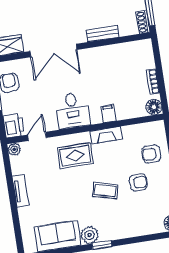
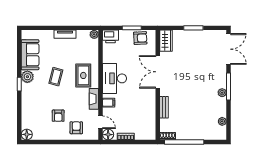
desk: (73, 110) -> (115, 78), width x1.37
door: (37, 136) -> (101, 122), moved
coffee table: (105, 191) -> (56, 77), moved

